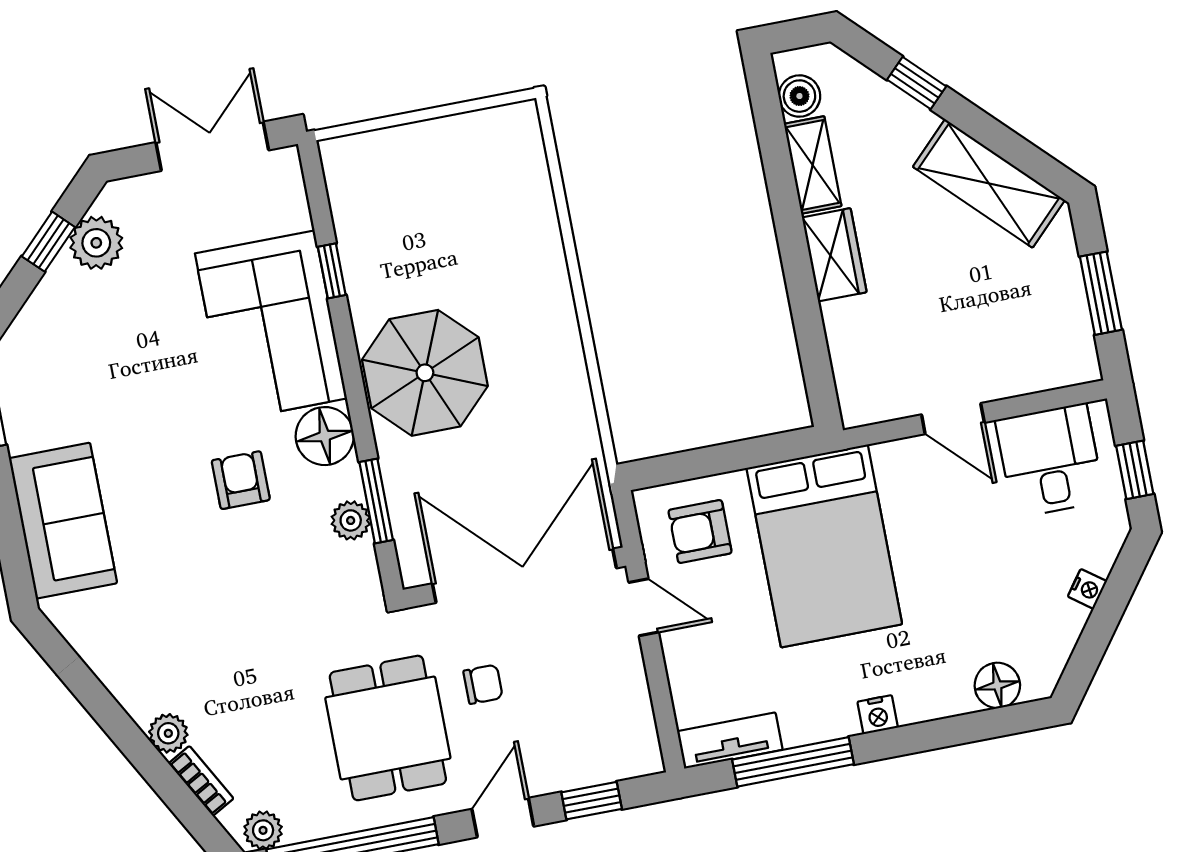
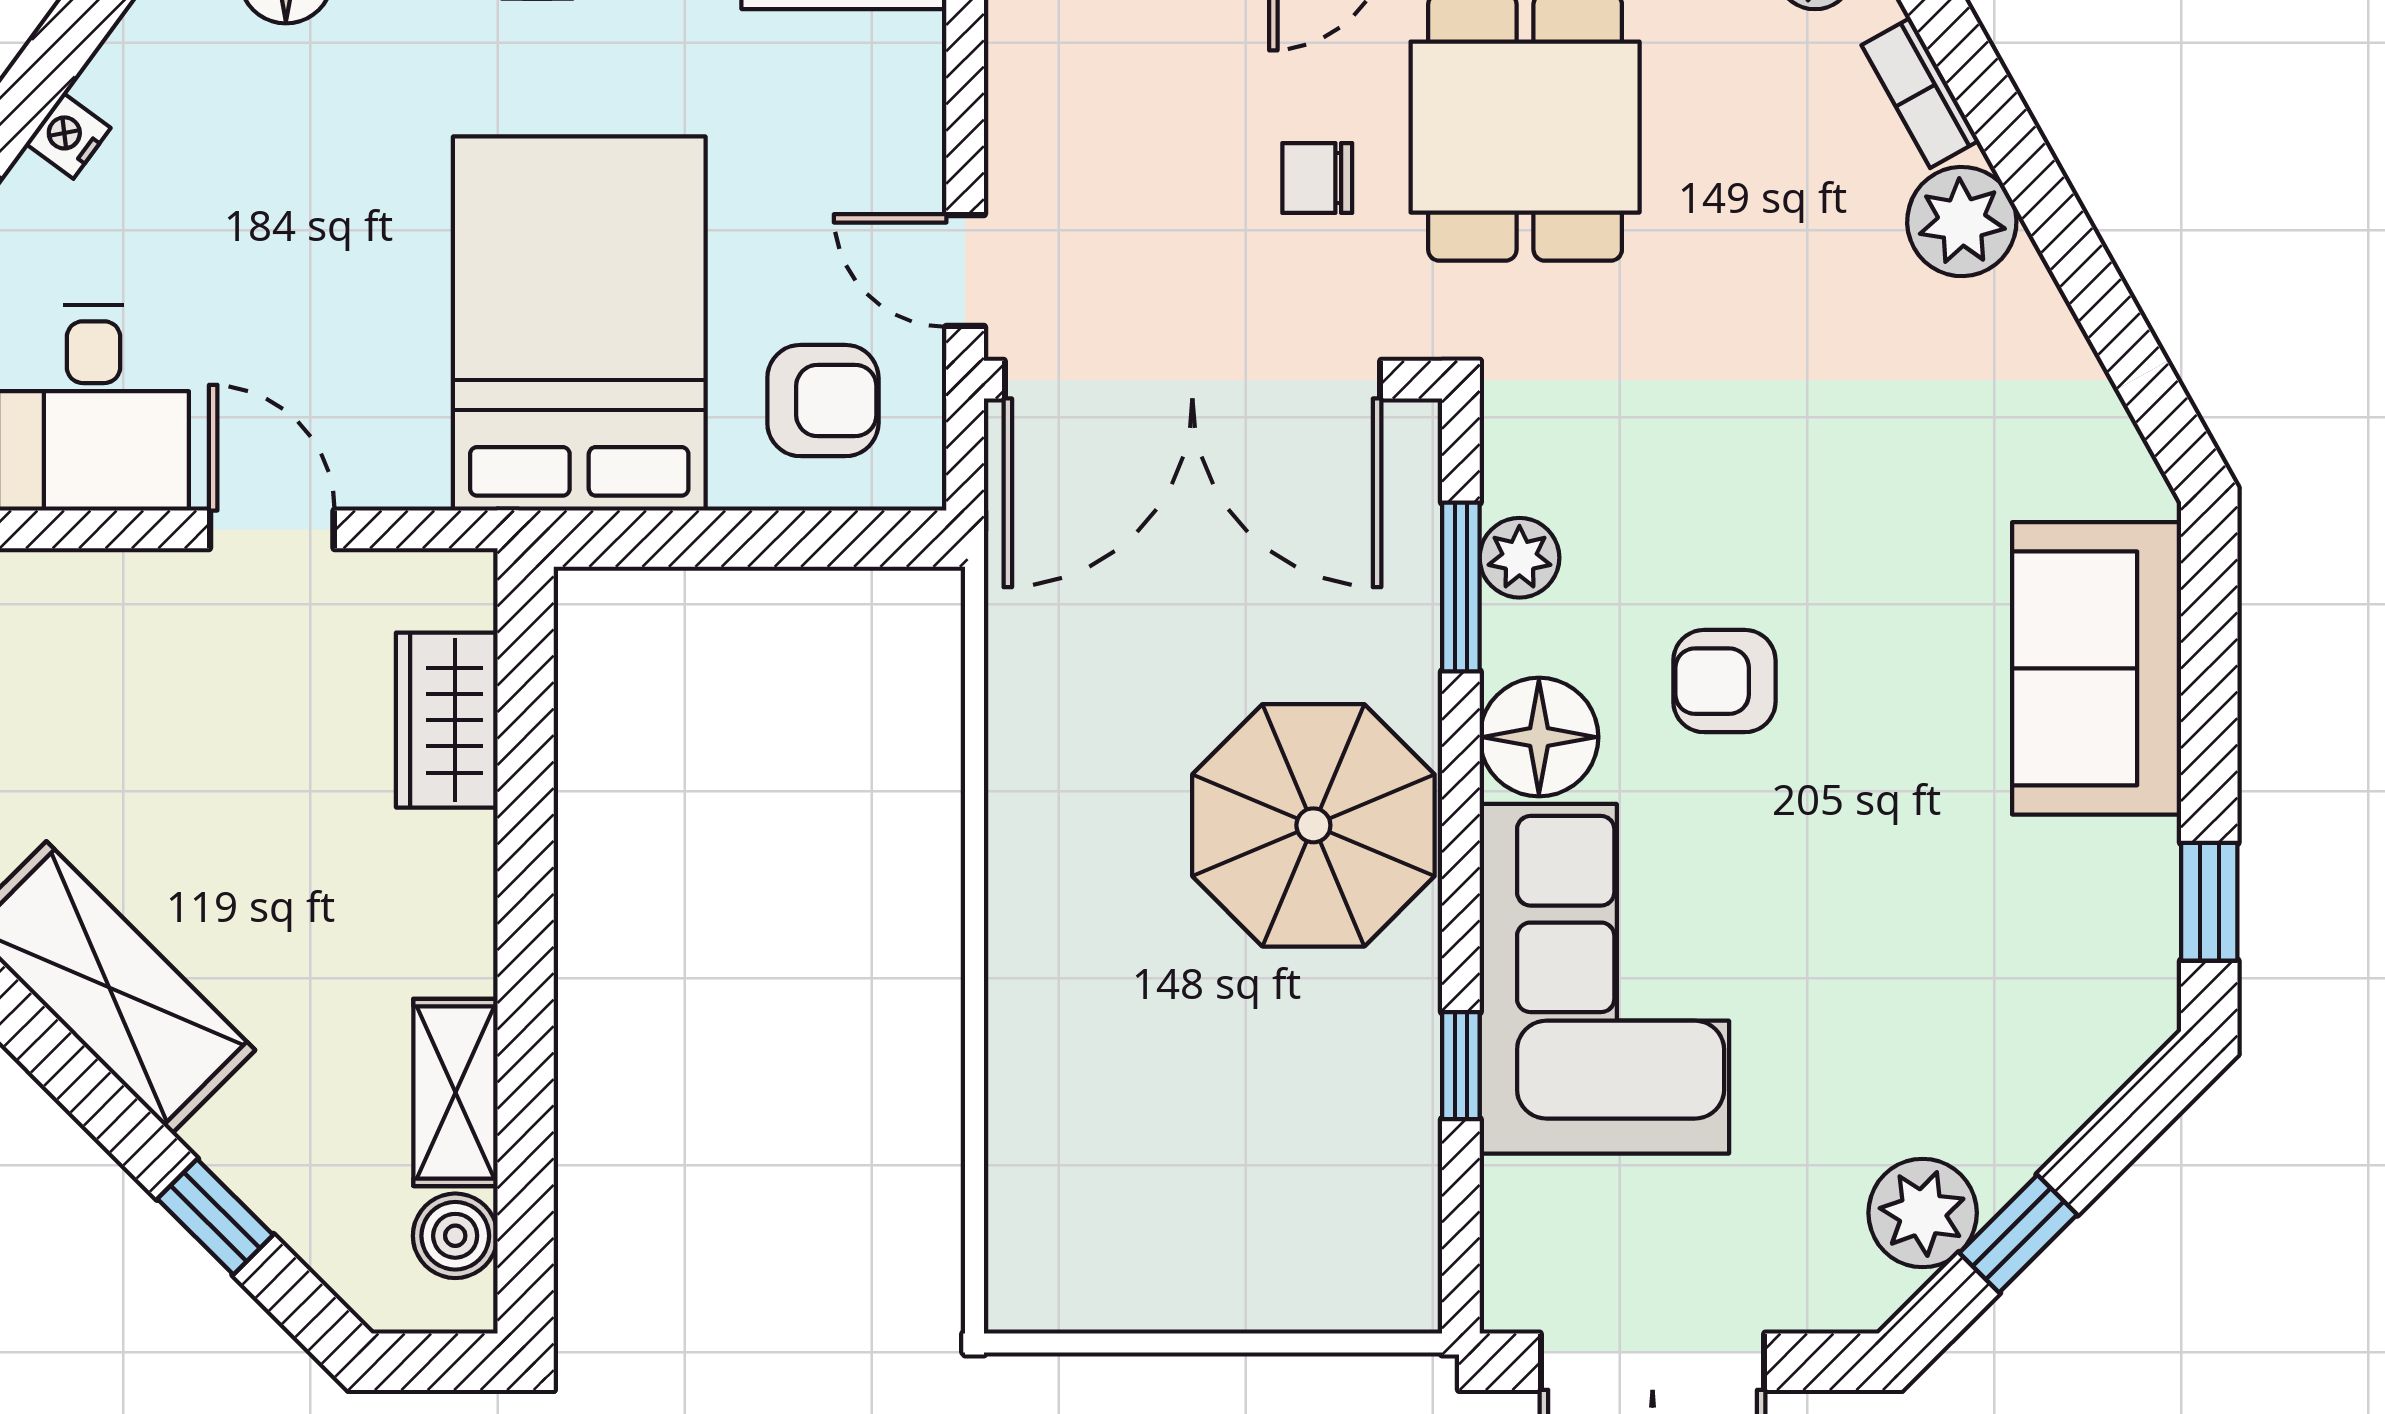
wardrobe: (834, 255) -> (447, 720), moved
armchair: (241, 480) -> (1724, 681), turned 90
plant: (168, 733) -> (1962, 222), width x1.38, depth x1.38

